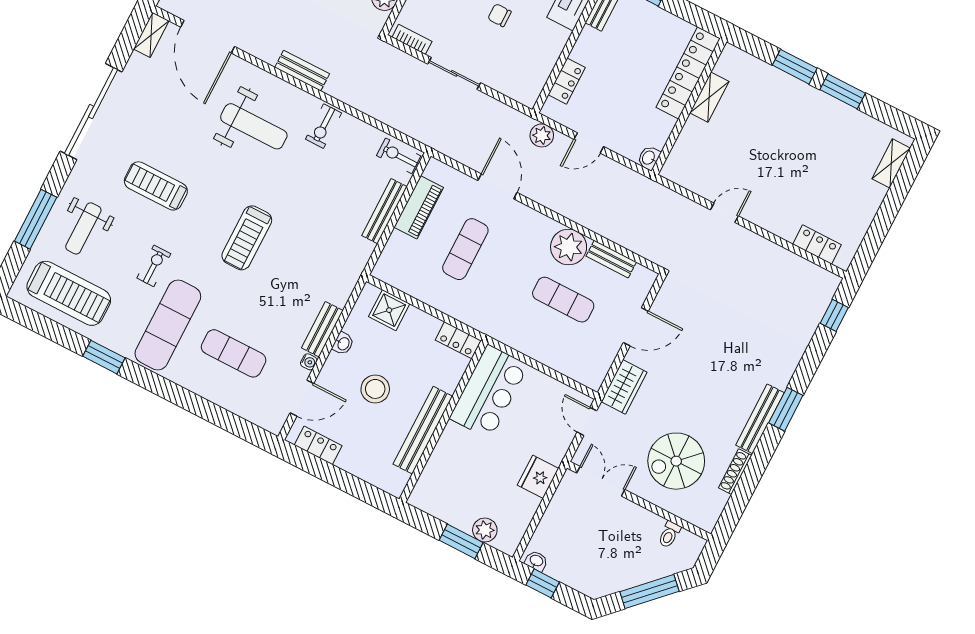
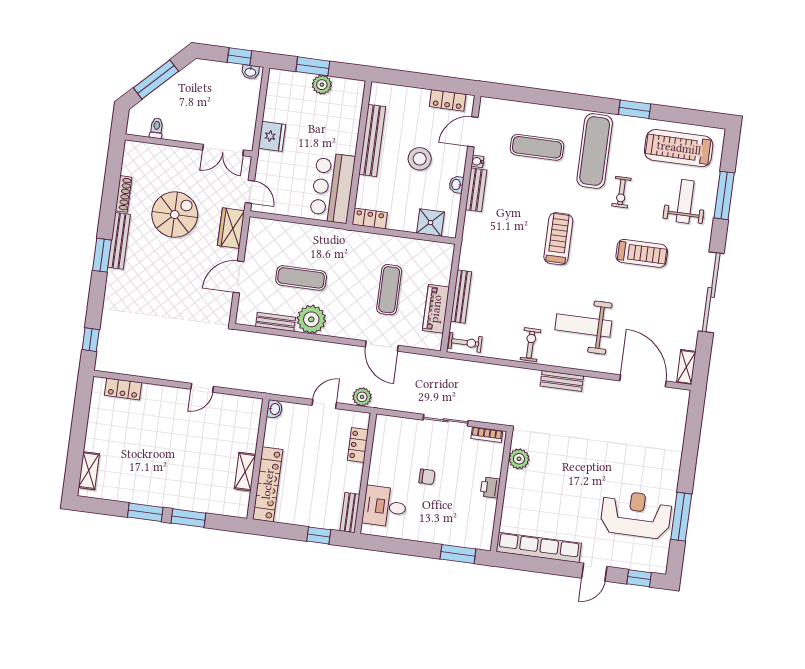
spiral stairs: (676, 461) -> (175, 215), moved
plant: (485, 530) -> (322, 85), moved

